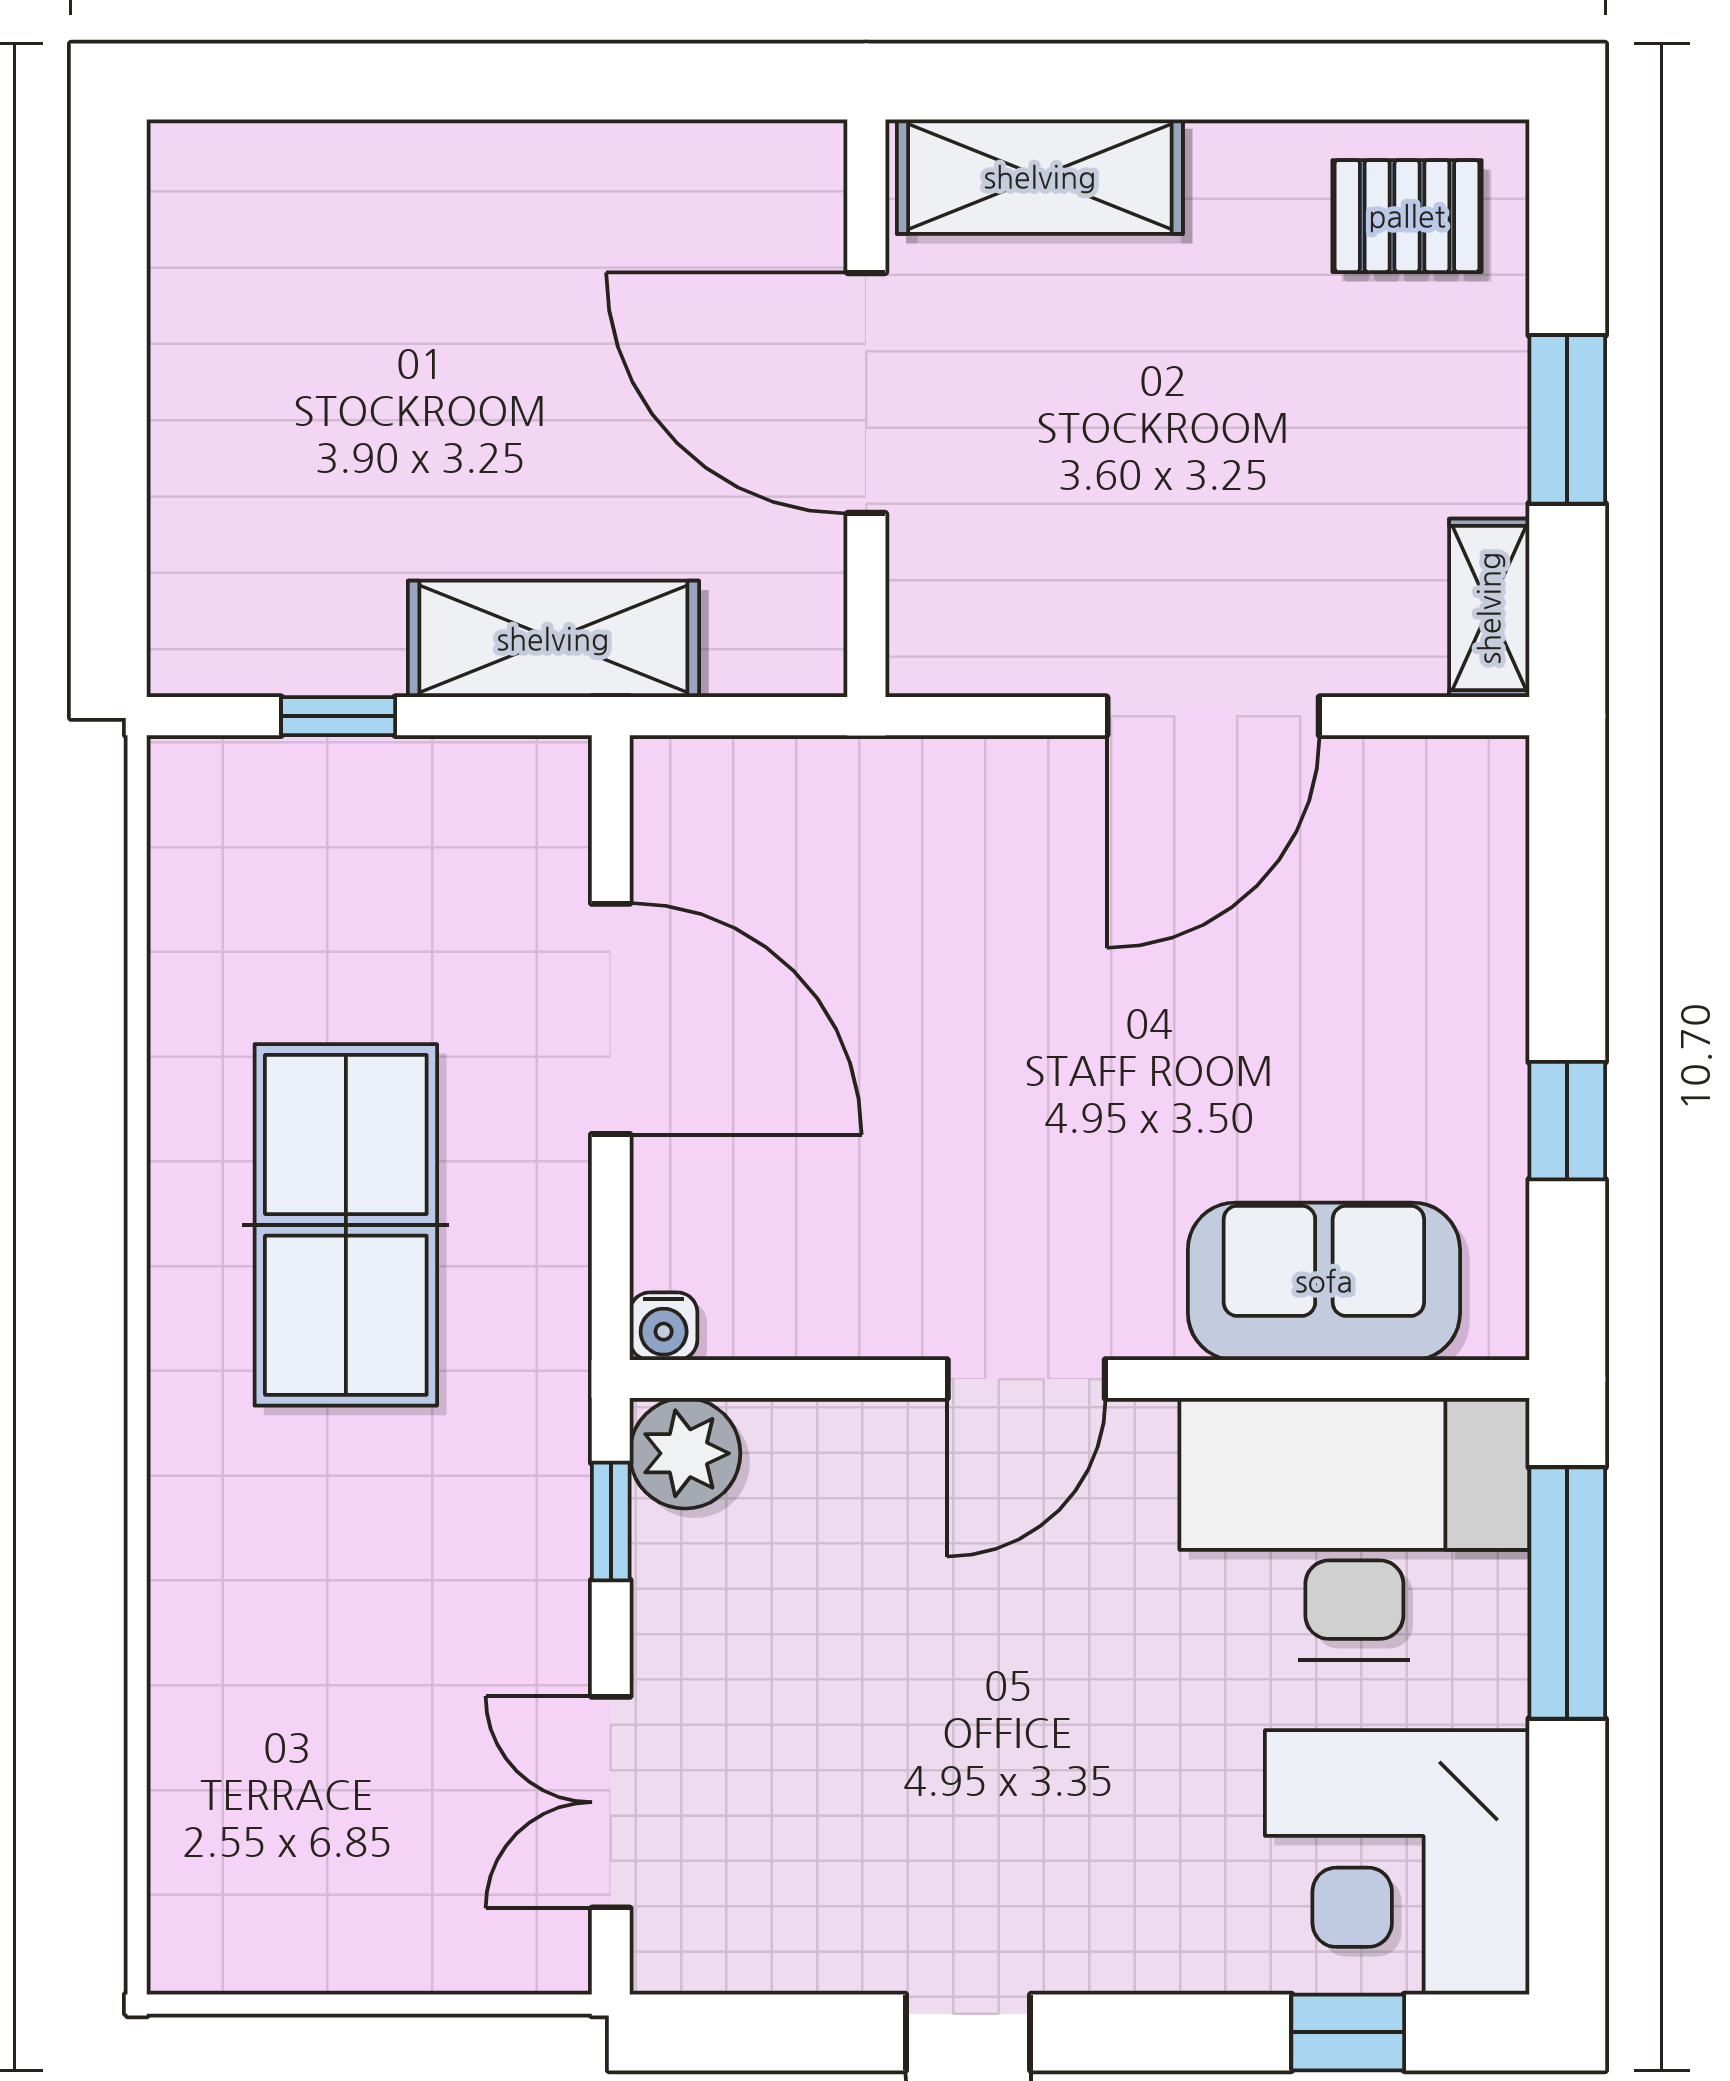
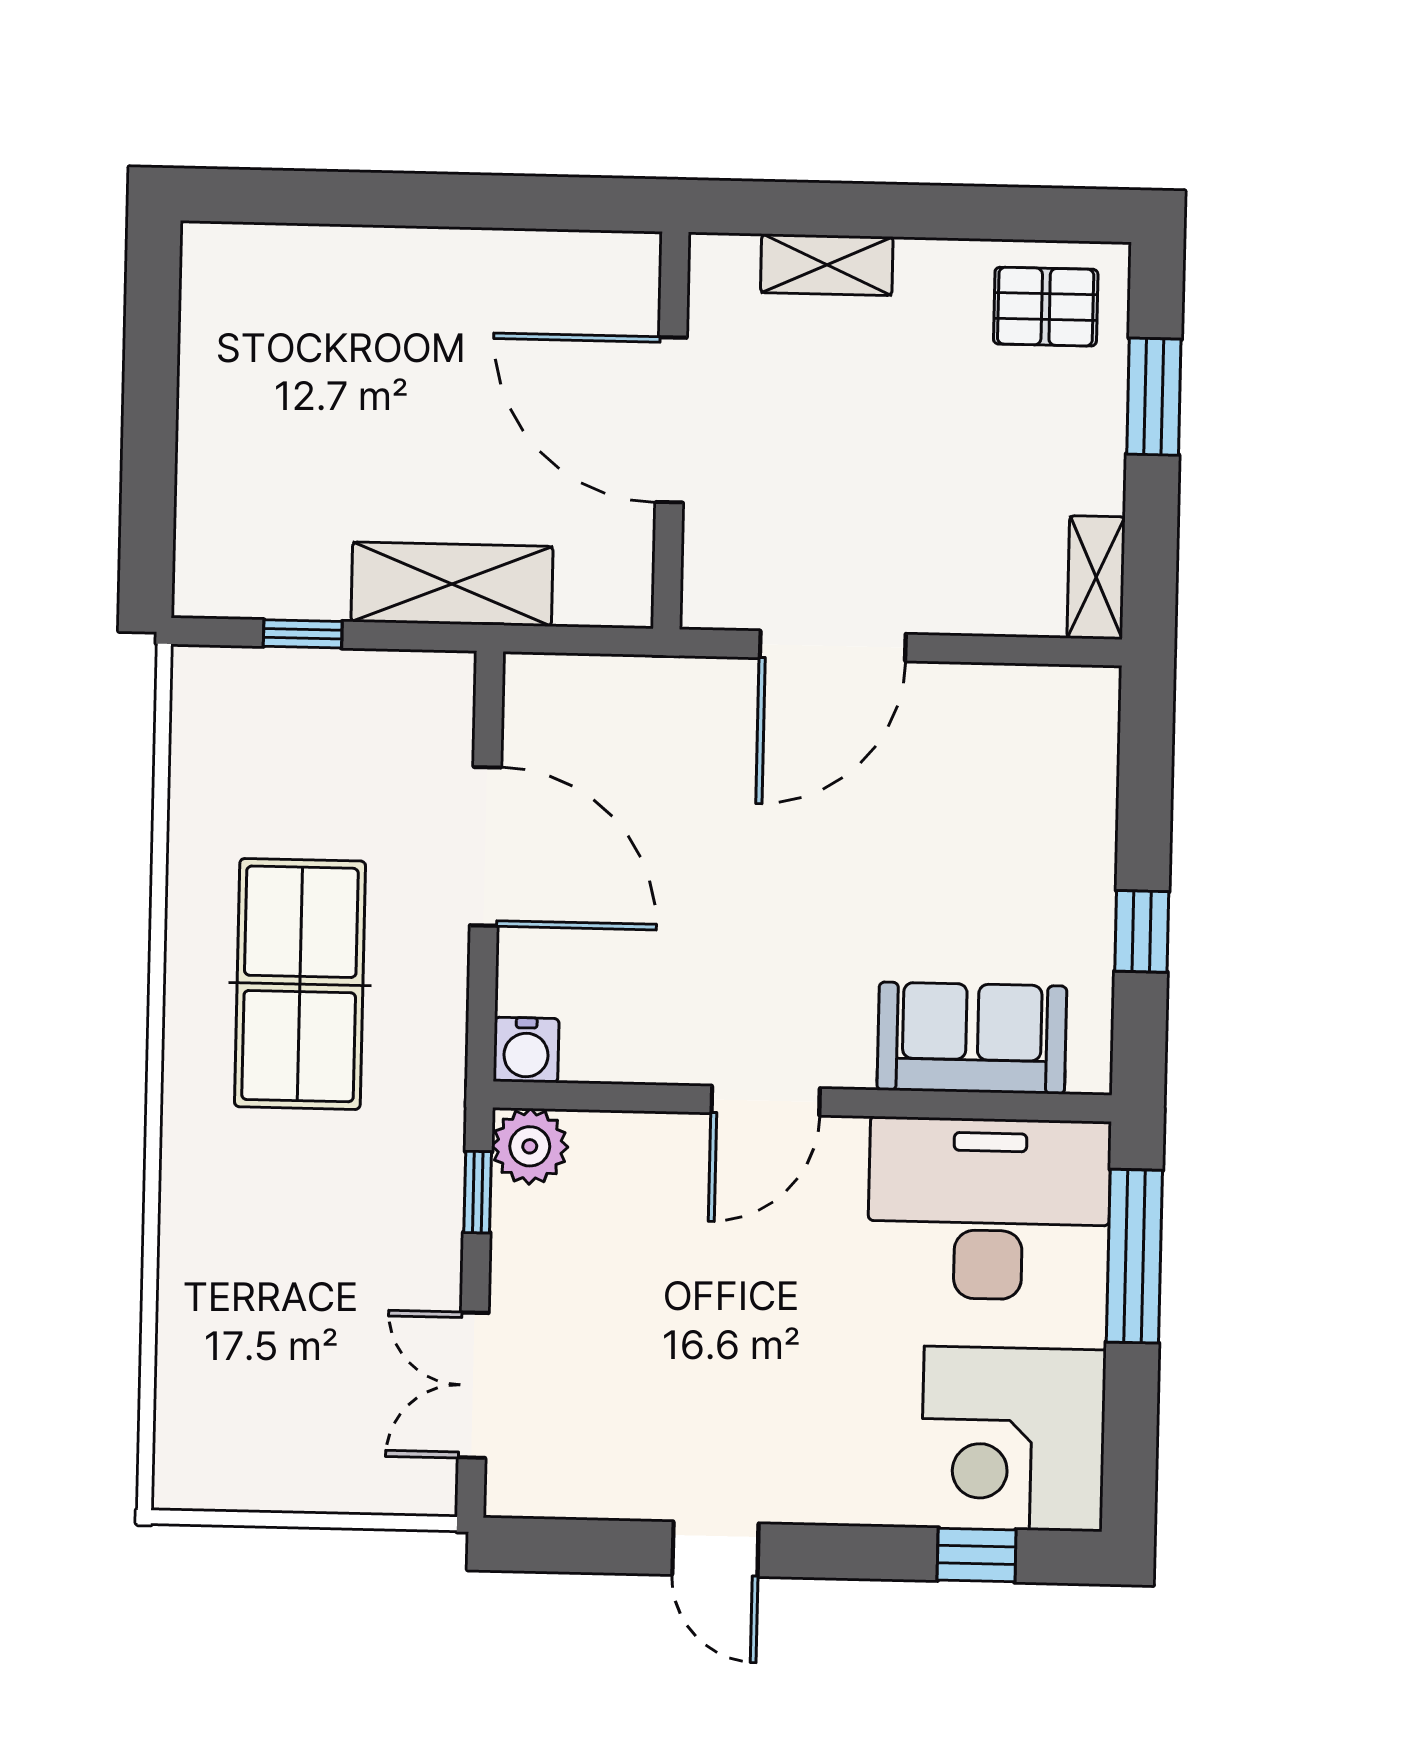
shelving: (1040, 177) -> (827, 265), width x0.67, depth x0.75
window: (1567, 419) -> (1154, 397), moved
door: (1213, 716) -> (833, 646), moved
water cooler: (664, 1326) -> (526, 1050), width x1.38, depth x1.38

